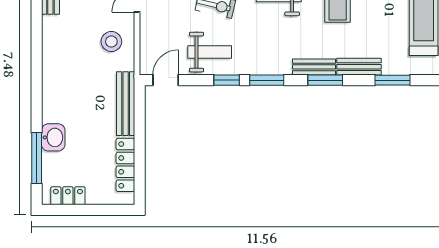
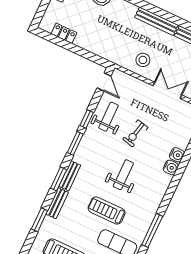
weight bench: (210, 52) -> (109, 117), turned 180
bench: (126, 104) -> (156, 21), moved
locker: (125, 165) -> (64, 33), width x0.66

